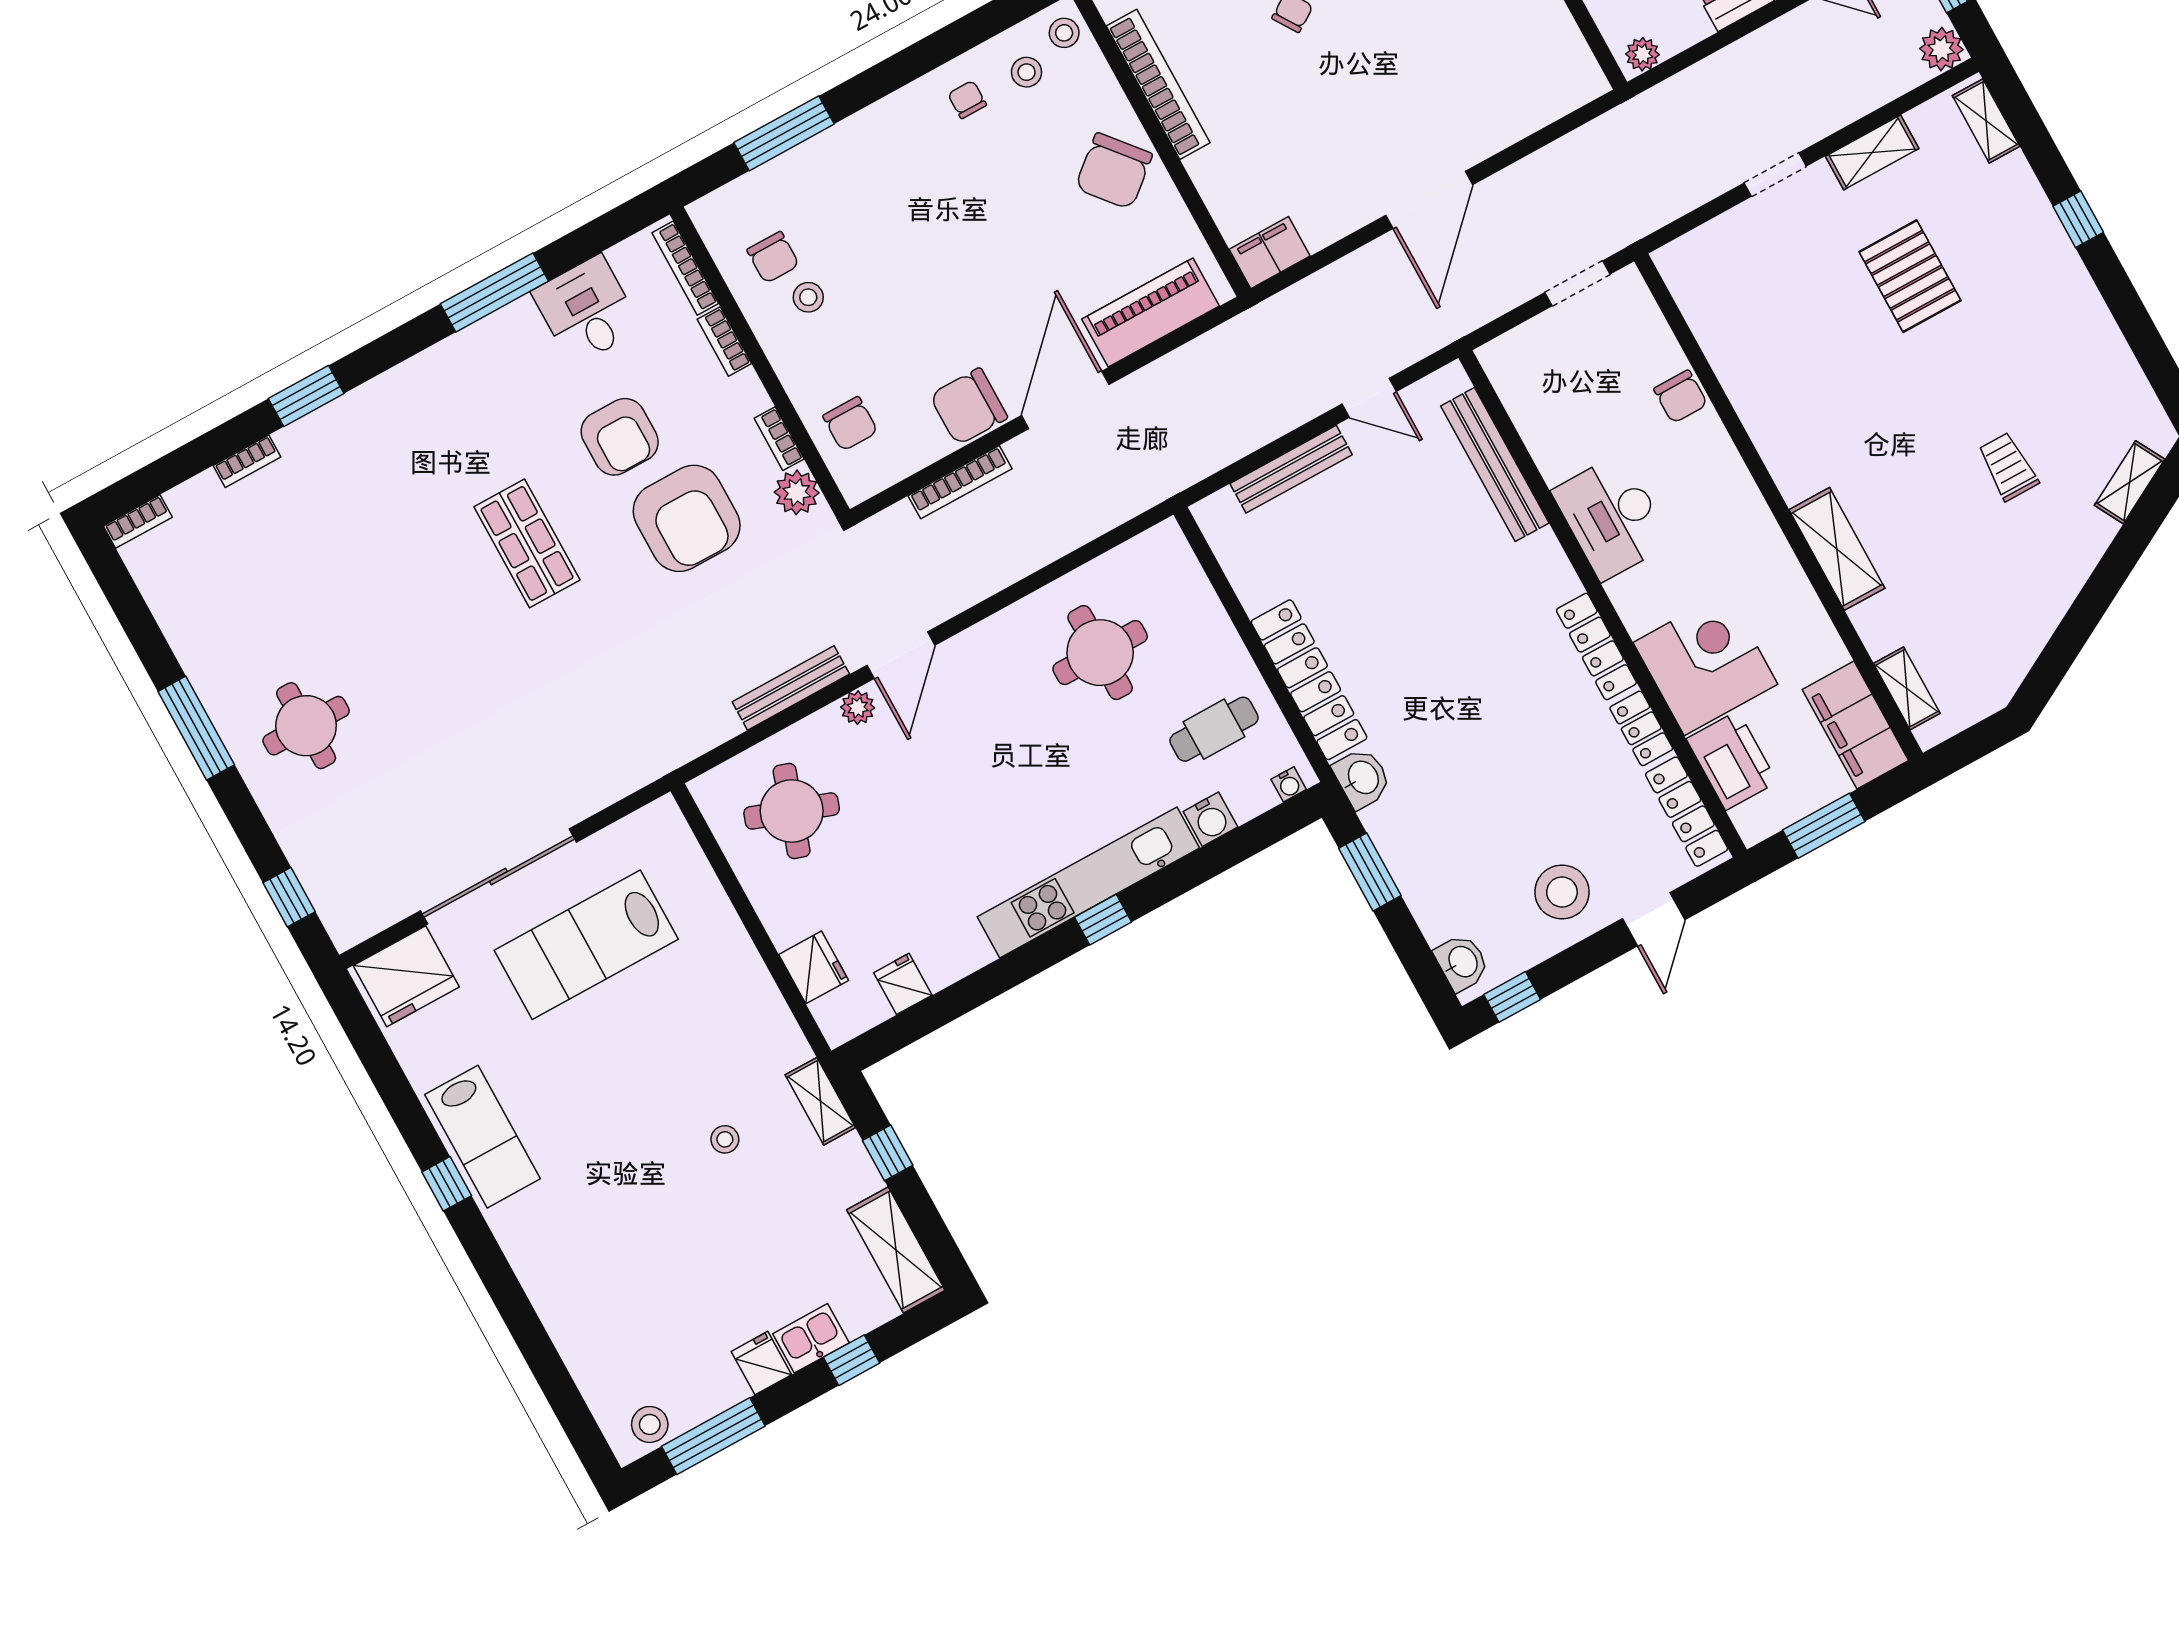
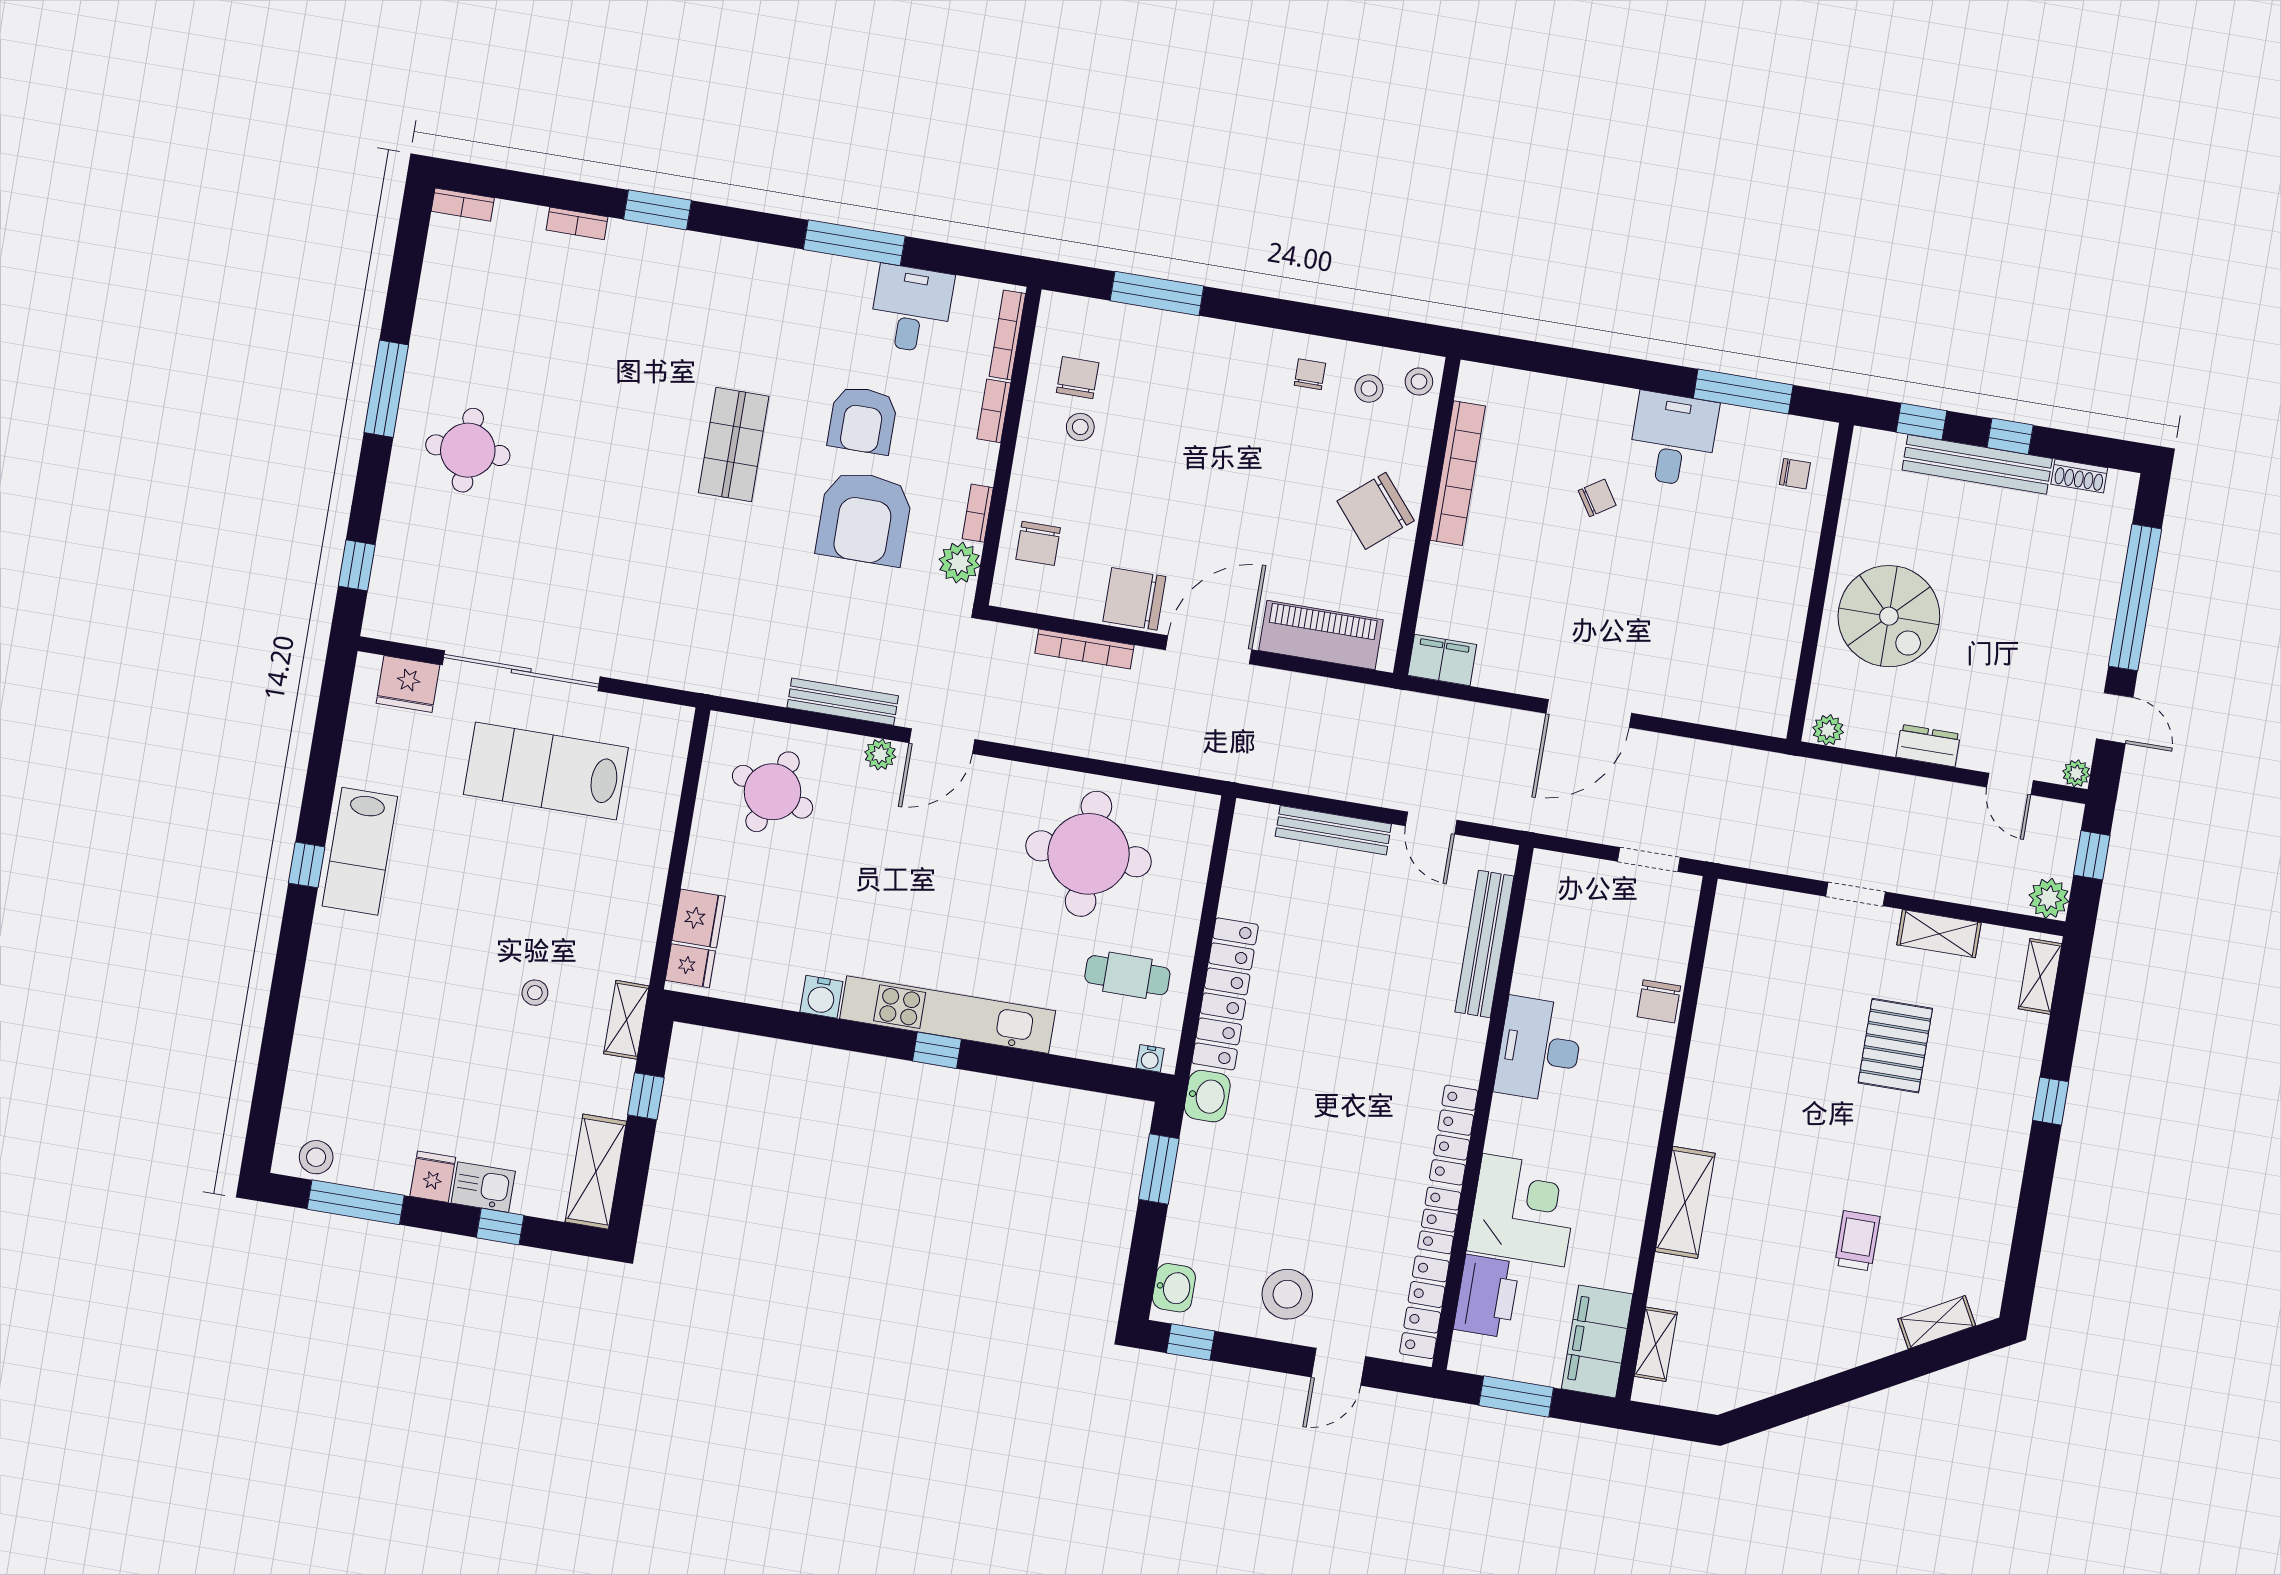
chair: (773, 257) -> (1078, 378), turned 180
round table: (1100, 653) -> (1088, 854), width x1.36, depth x1.36
water cooler: (1210, 819) -> (821, 997), moved
fridge: (406, 976) -> (408, 684), width x0.73, depth x0.75
fridge: (903, 984) -> (690, 966), moved, turned 90

